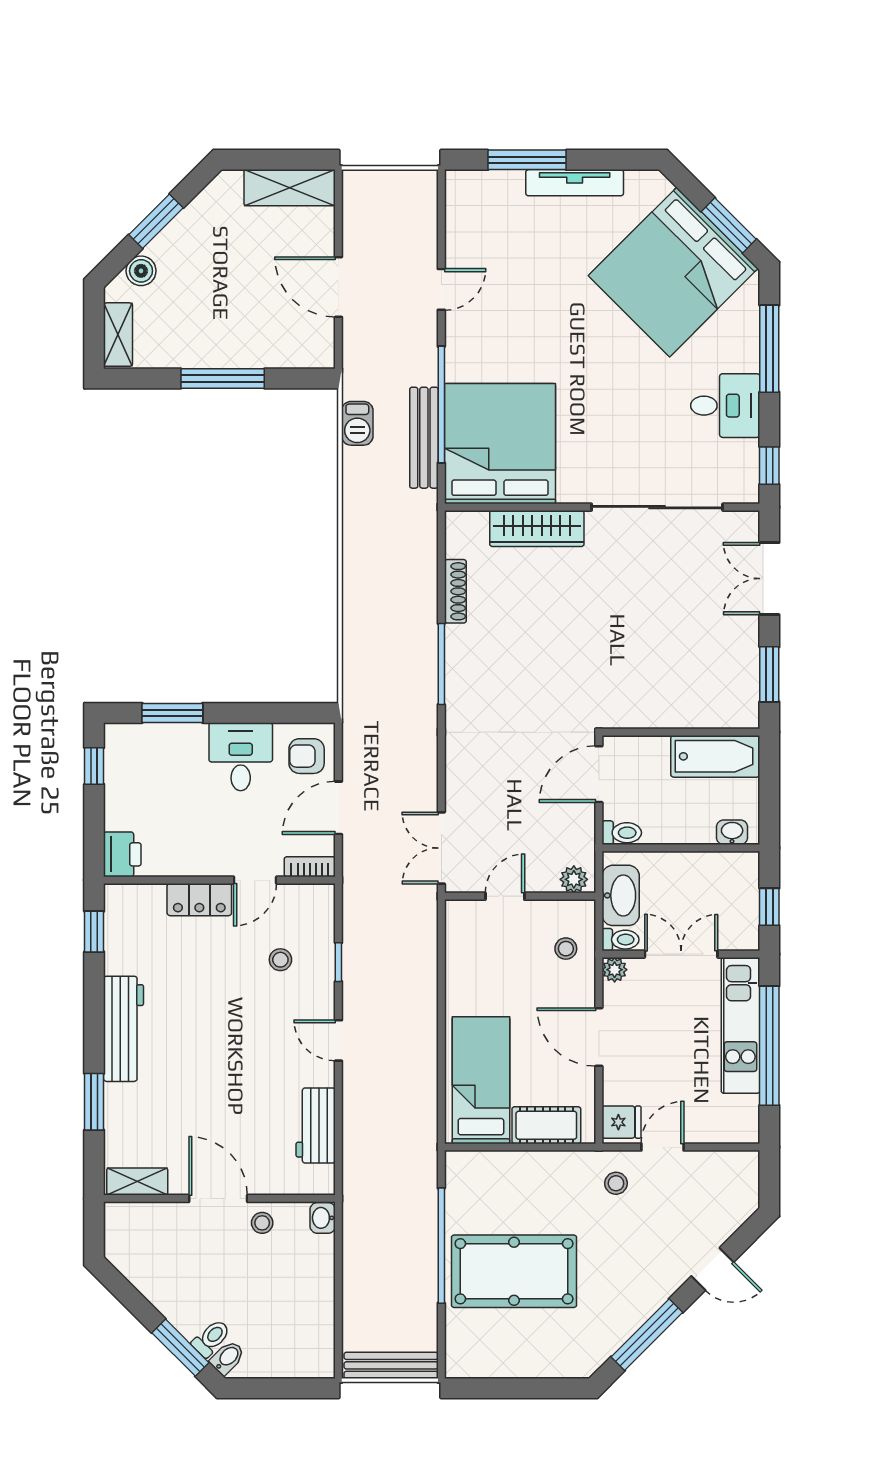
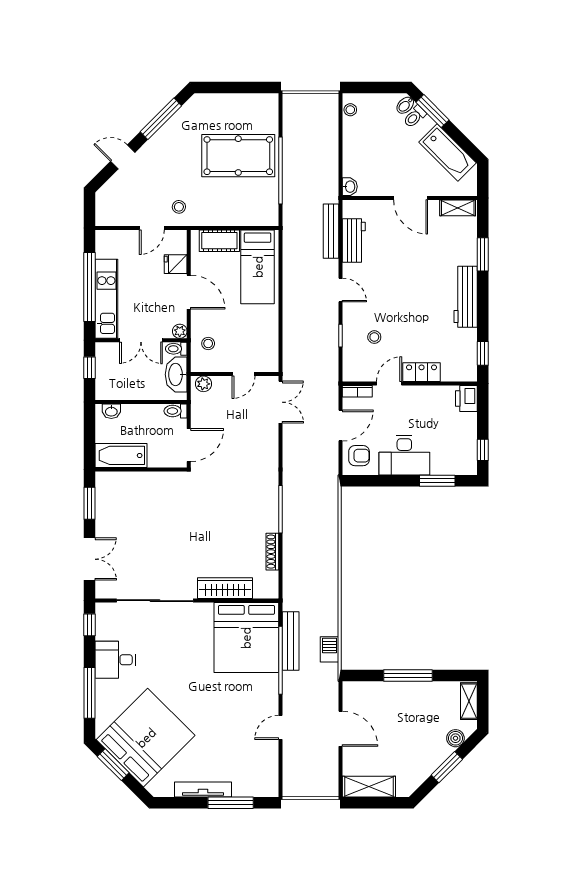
desk: (241, 757) -> (404, 455), width x1.37
fridge: (621, 1122) -> (176, 264), moved
stool: (262, 1223) -> (350, 110), moved
bathtub: (155, 1276) -> (448, 153), added
bench: (391, 1365) -> (331, 231), moved, turned 90

